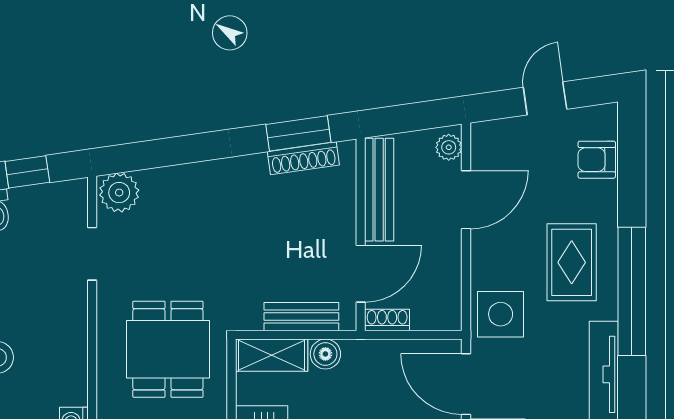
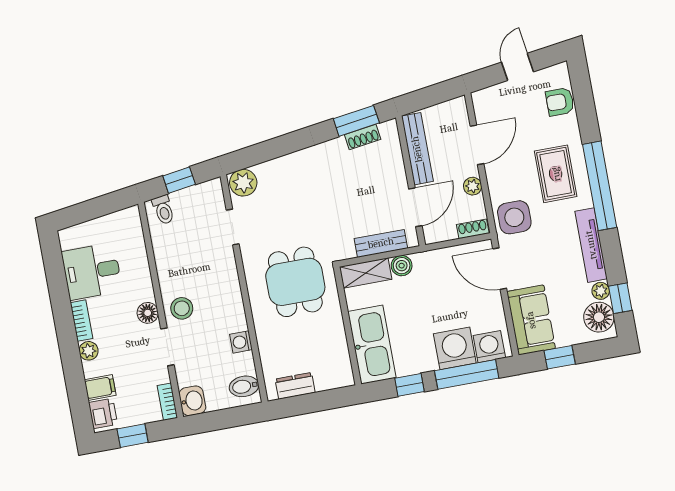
plant: (449, 147) -> (473, 186), moved
shoe rack: (303, 158) -> (363, 137), width x0.70
shoe rack: (387, 320) -> (473, 229), moved

